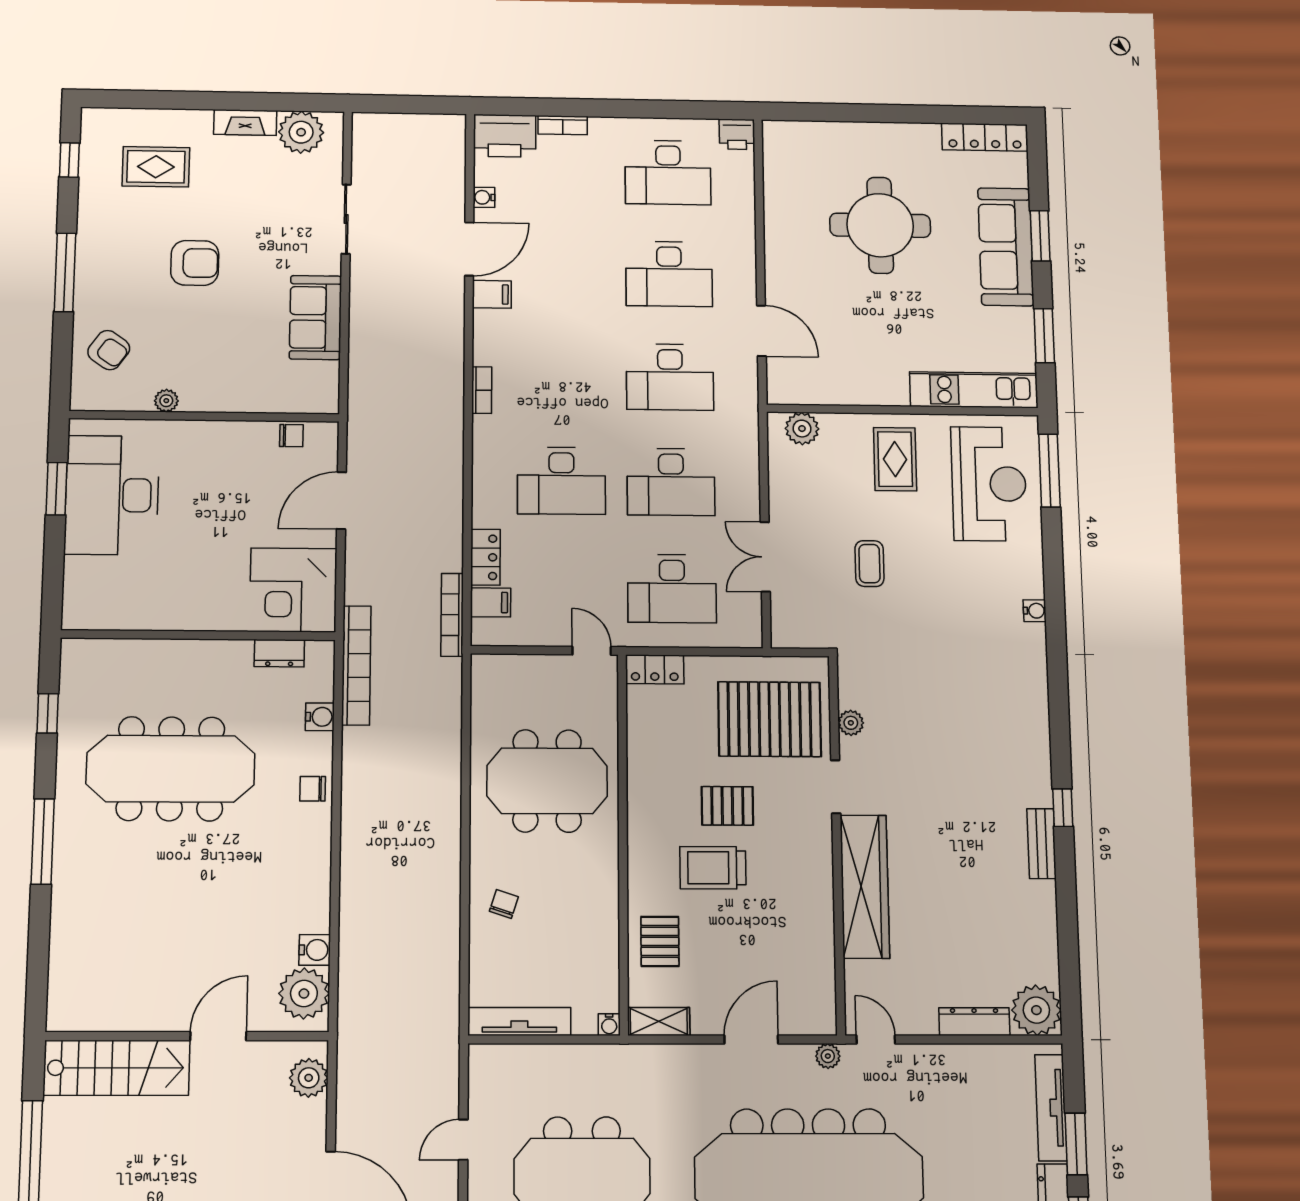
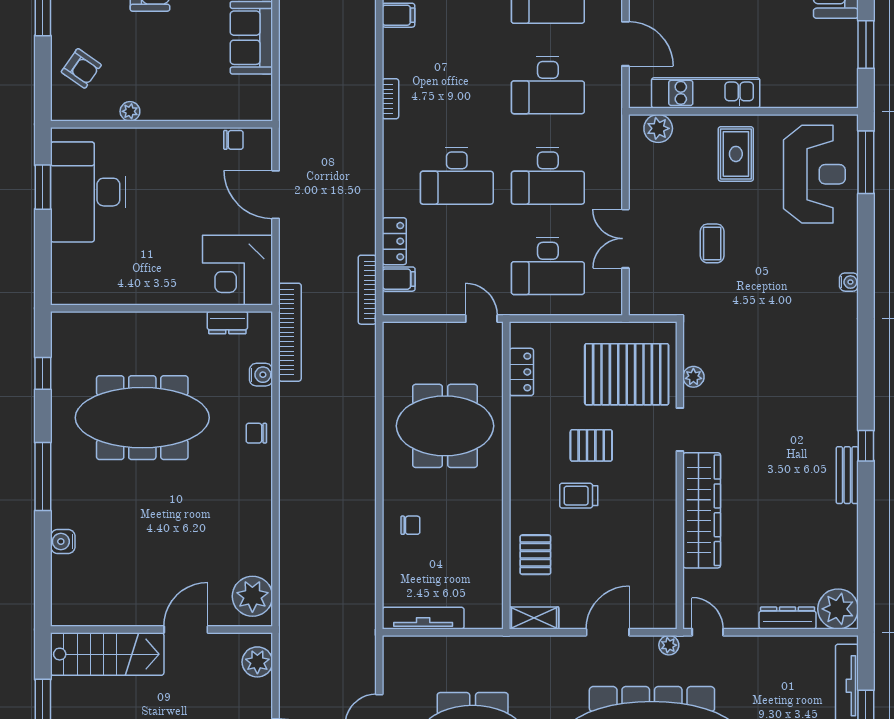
kitchen unit: (974, 390) -> (706, 93), moved
door: (341, 501) -> (276, 195), hinge flipped
locker: (655, 669) -> (521, 372), moved, turned -90
trolley: (713, 868) -> (579, 496), width x0.73, depth x0.72
chair: (504, 904) -> (410, 525), turned 72
water cooler: (315, 950) -> (63, 541), moved, turned 180
water cooler: (609, 1025) -> (495, 620), removed

